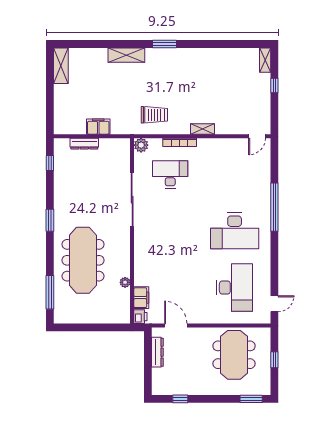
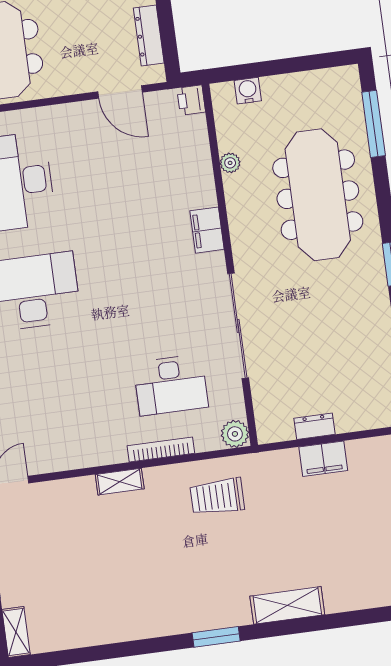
dresser: (84, 144) -> (314, 426), moved, width x0.70
filing cabinet: (141, 298) -> (207, 230), moved
water cooler: (111, 318) -> (248, 91), added

